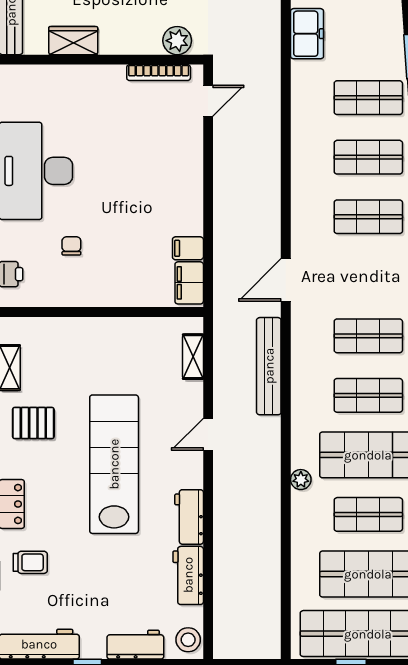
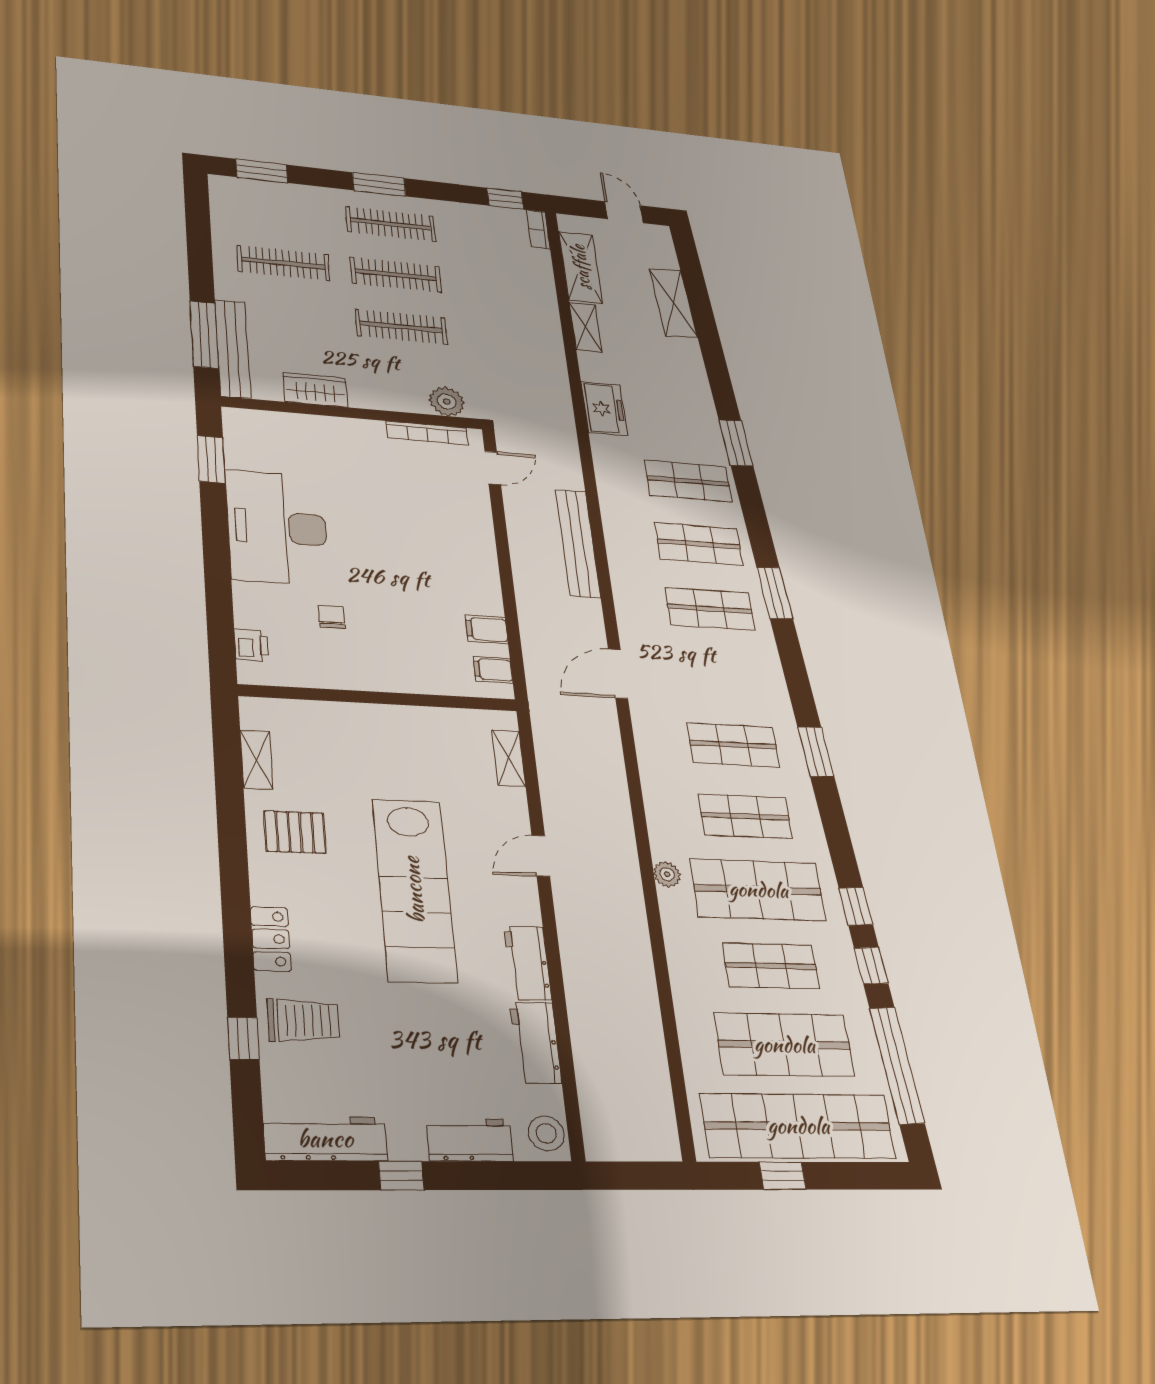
filing cabinet: (189, 283) -> (493, 670), width x0.50
bench: (269, 366) -> (578, 543), moved
lab bench: (114, 464) -> (414, 890), turned 180
plant: (301, 480) -> (667, 874), moved
trolley: (30, 562) -> (303, 1020), width x1.36, depth x1.39

